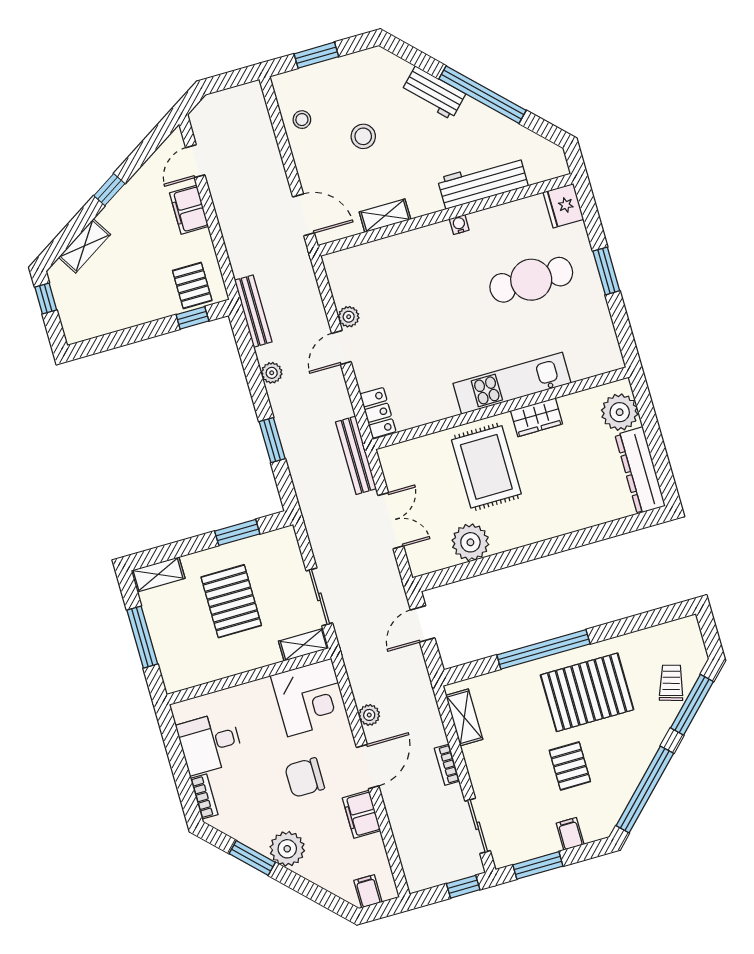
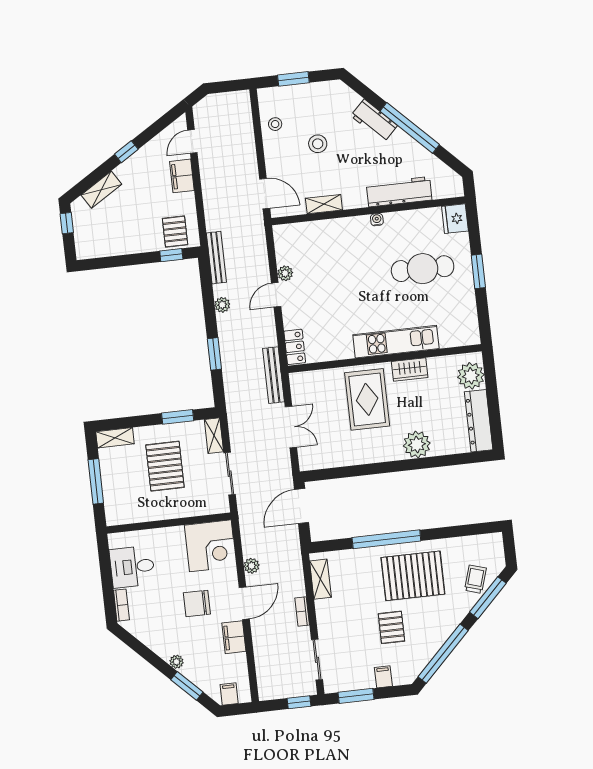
plant: (470, 542) -> (417, 444), moved
door: (423, 624) -> (302, 506), width x1.38
shelving: (304, 645) -> (214, 436), moved, turned 90
plant: (287, 849) -> (177, 662), width x0.53, depth x0.53
window: (252, 858) -> (187, 686), moved

